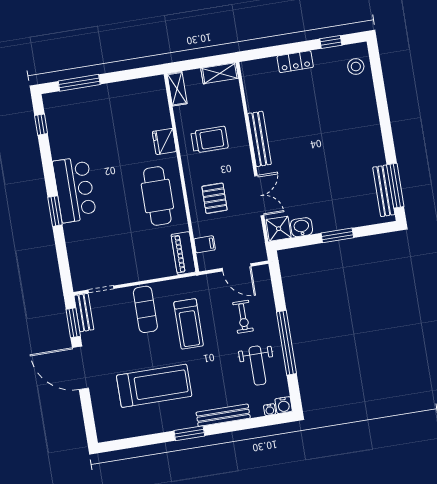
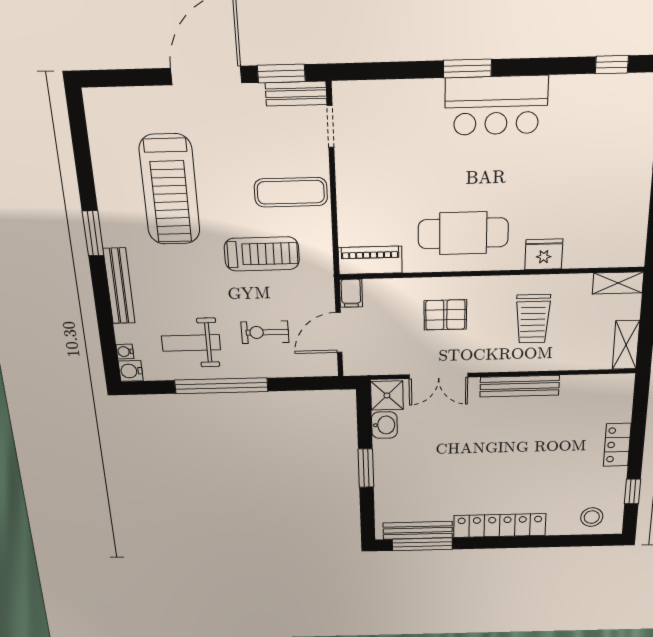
locker: (372, 132) -> (500, 526), added
filing cabinet: (205, 244) -> (351, 293), moved
treadmill: (189, 324) -> (262, 254), turned 180

